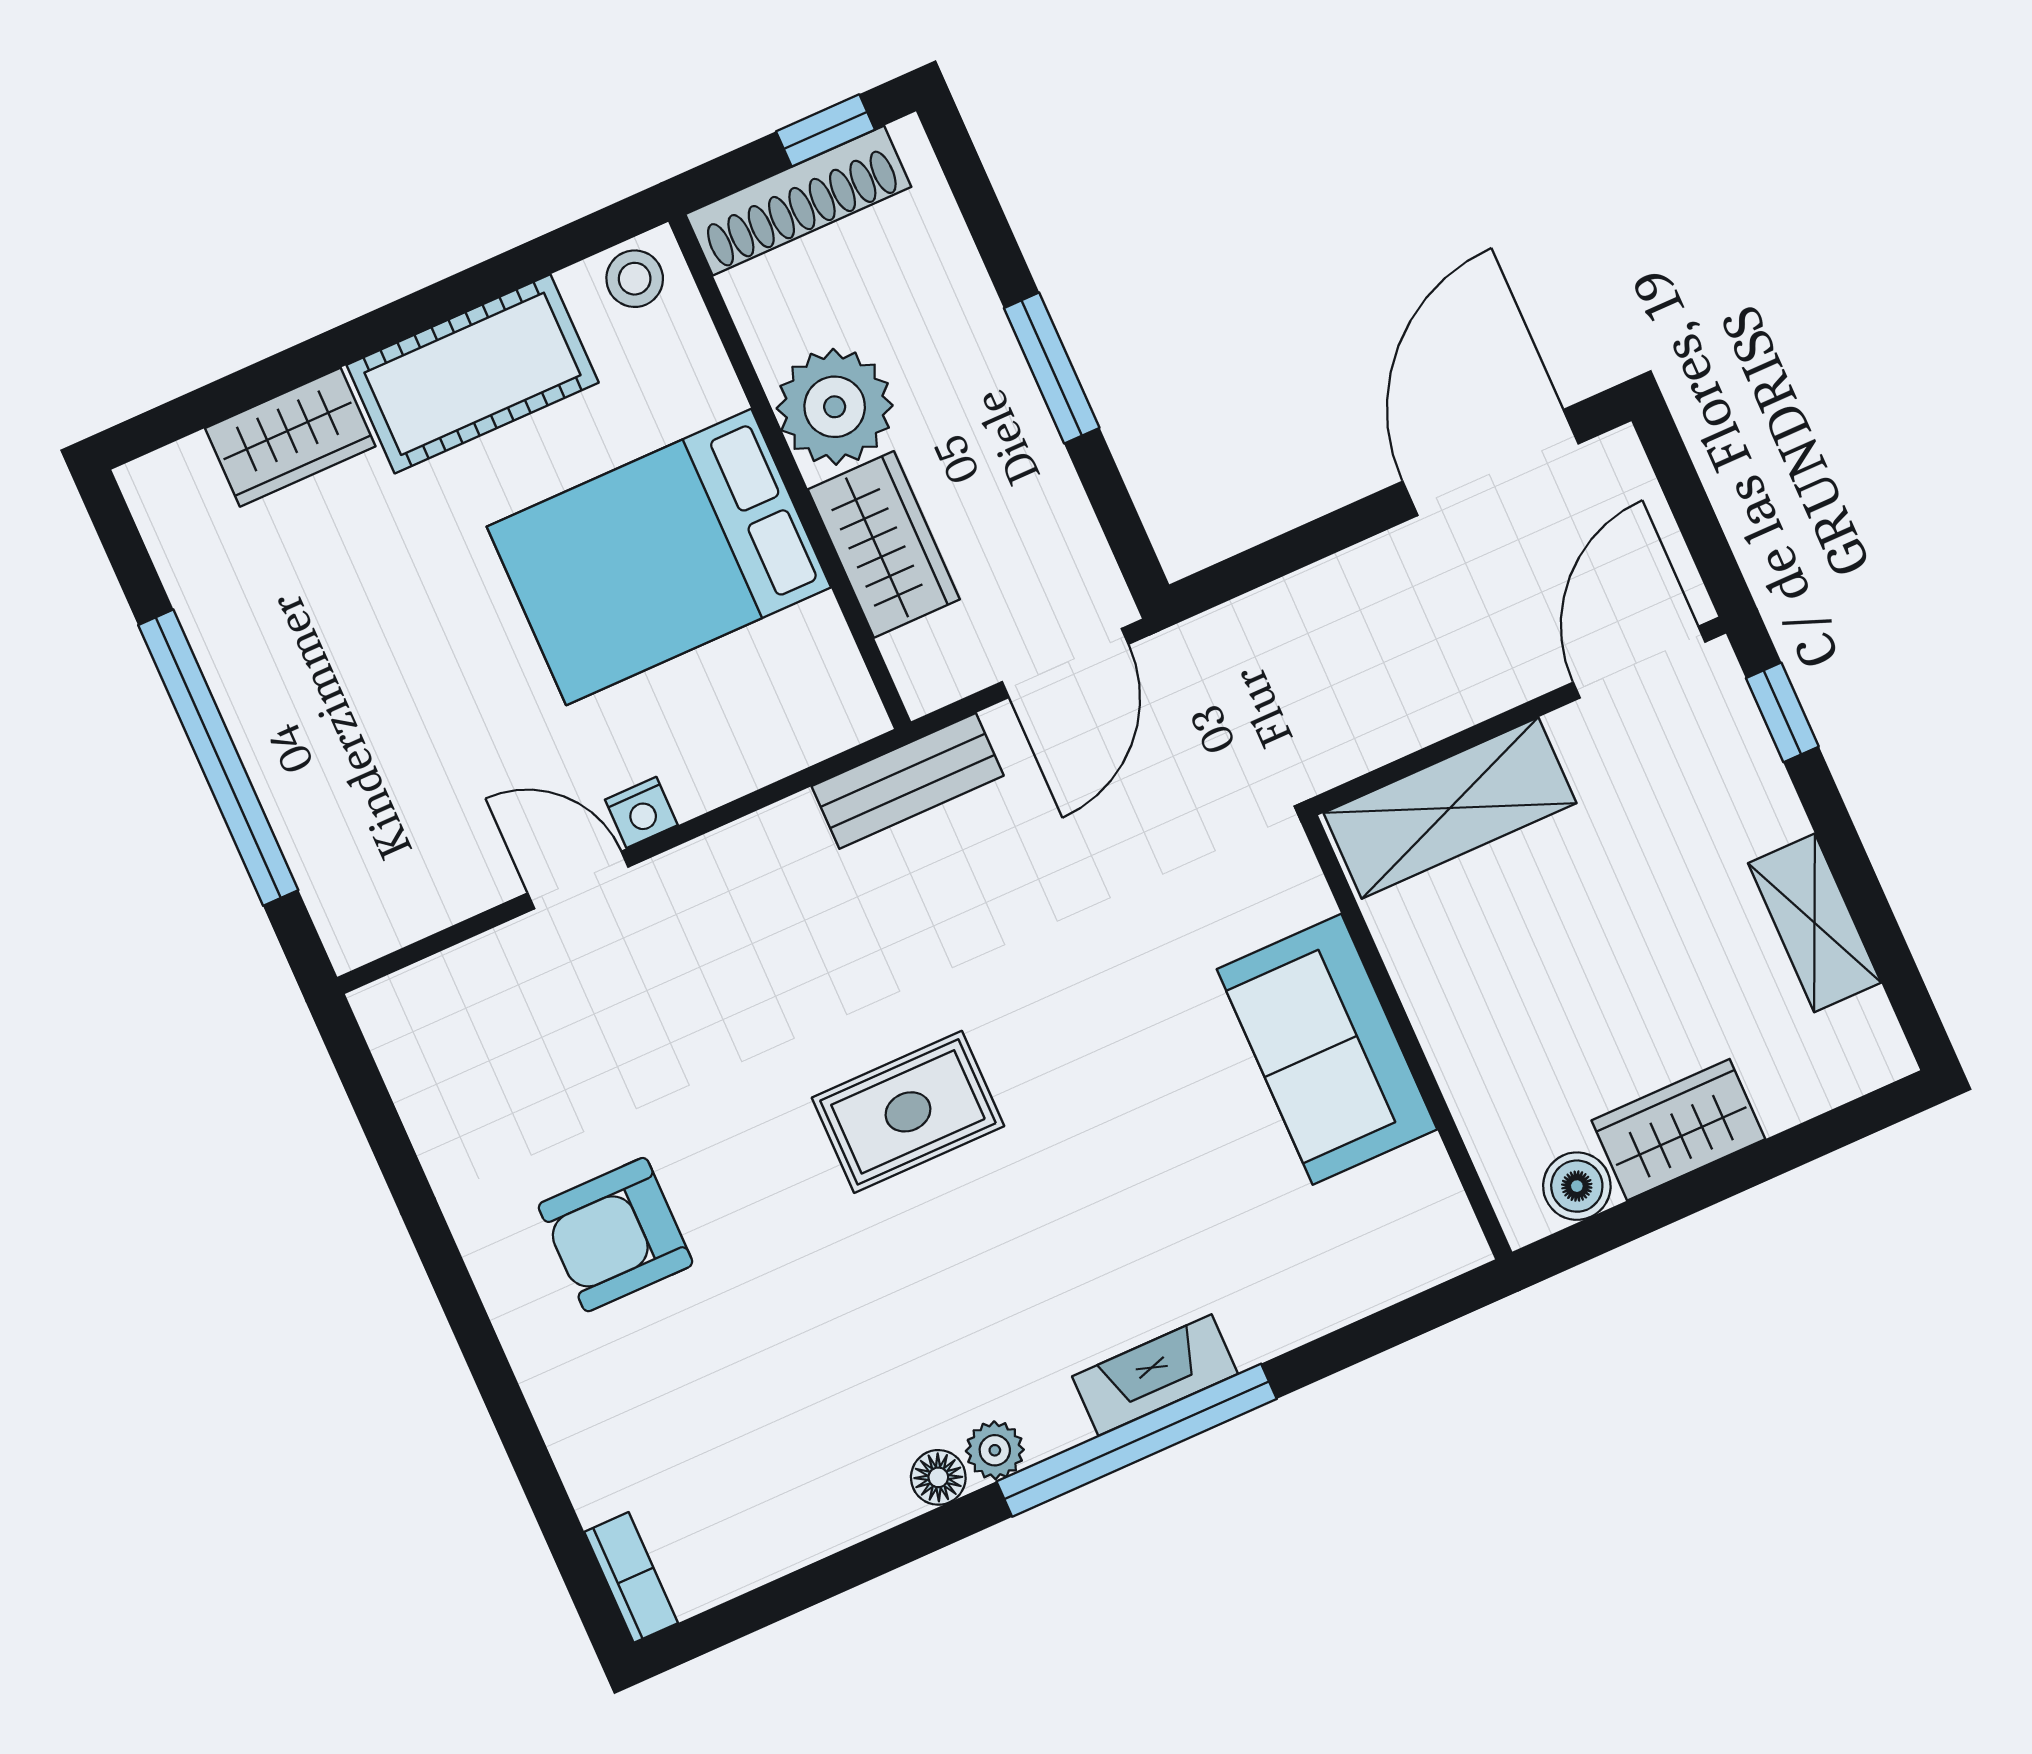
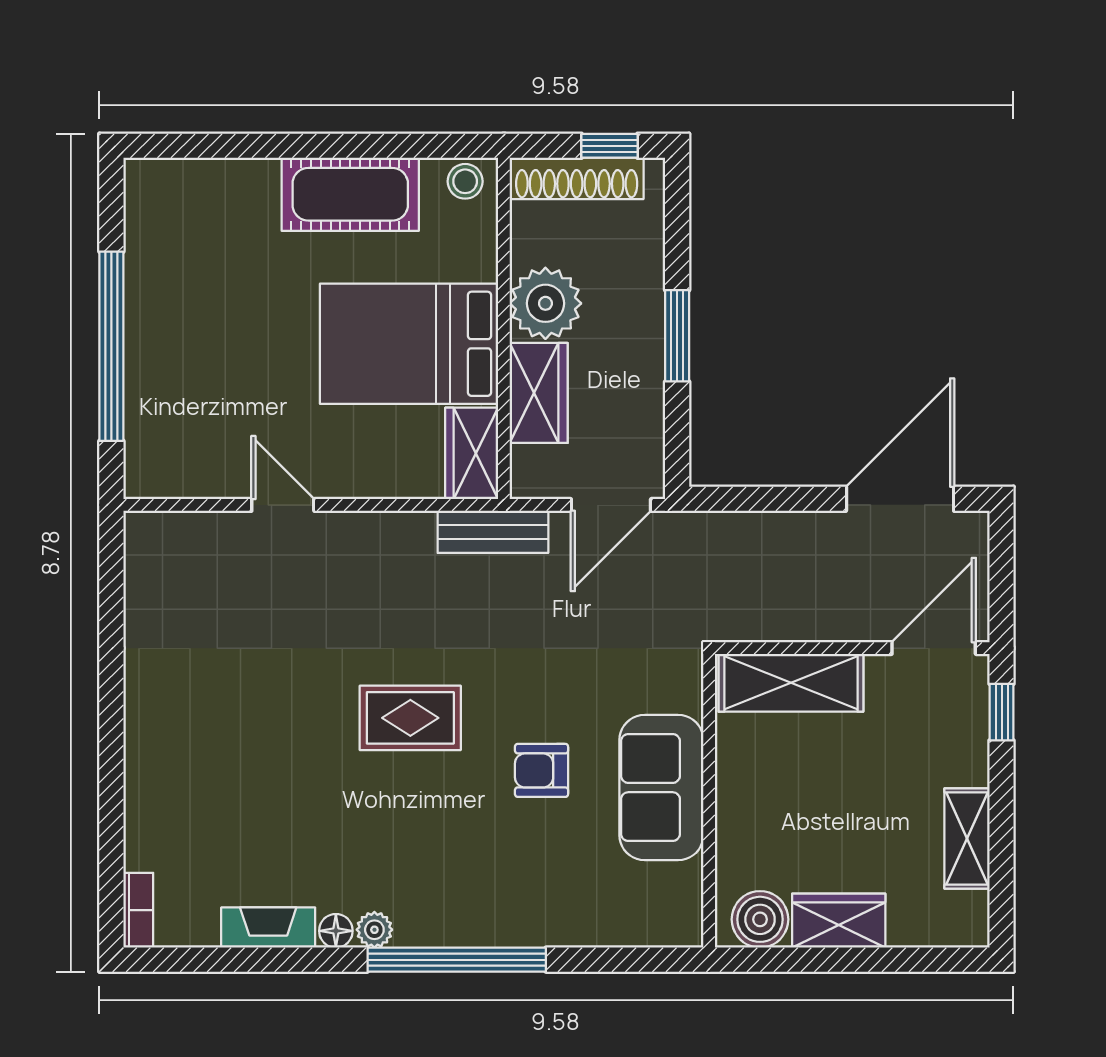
wardrobe: (290, 437) -> (472, 453), moved, turned 90
nightstand: (641, 812) -> (335, 483), removed
boiler: (1577, 1186) -> (760, 919), width x1.36, depth x1.36
armchair: (615, 1235) -> (542, 770), moved, width x0.72, depth x0.72
fireplace: (1155, 1375) -> (268, 928), moved

